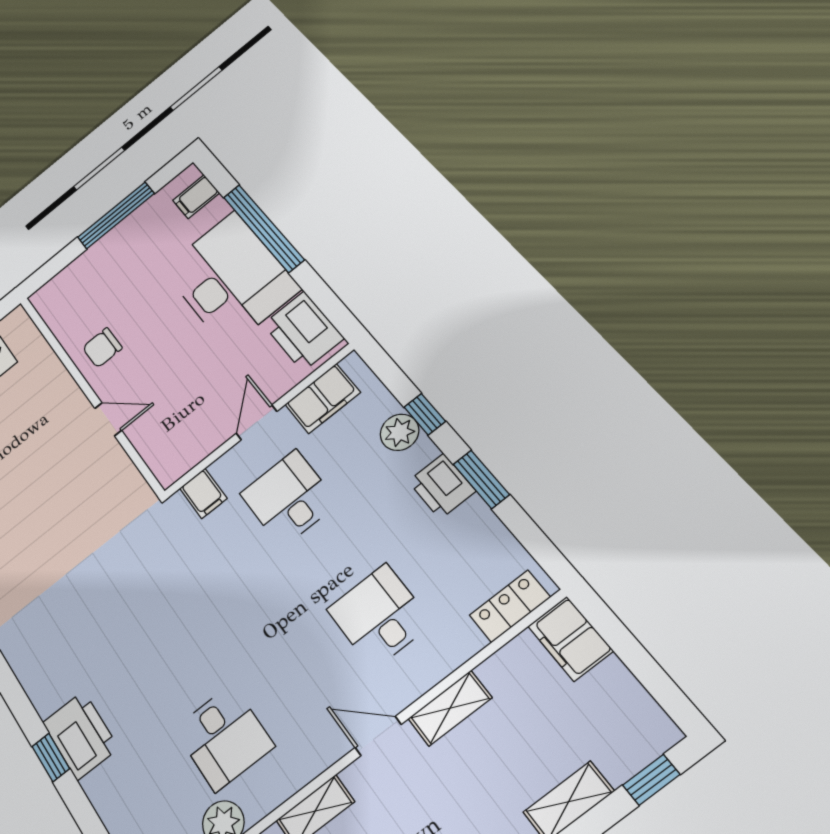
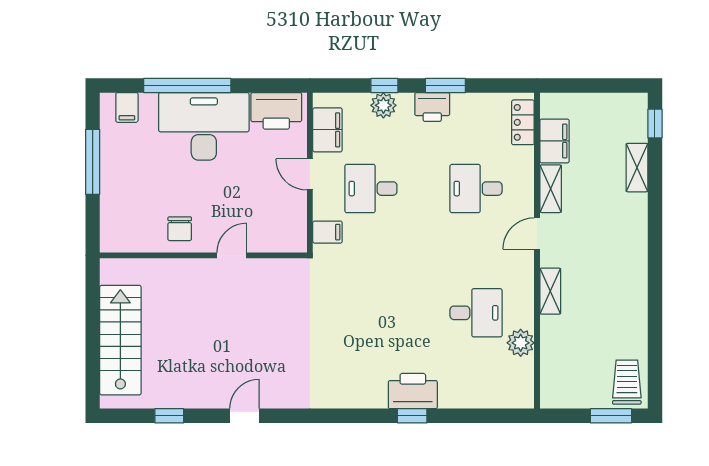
filing cabinet: (570, 639) -> (555, 141), moved, turned -90

